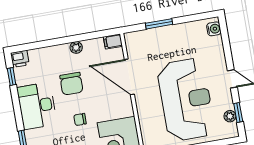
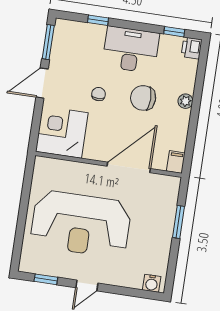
plant: (76, 47) -> (185, 101), moved
plant: (230, 116) -> (45, 268), removed

